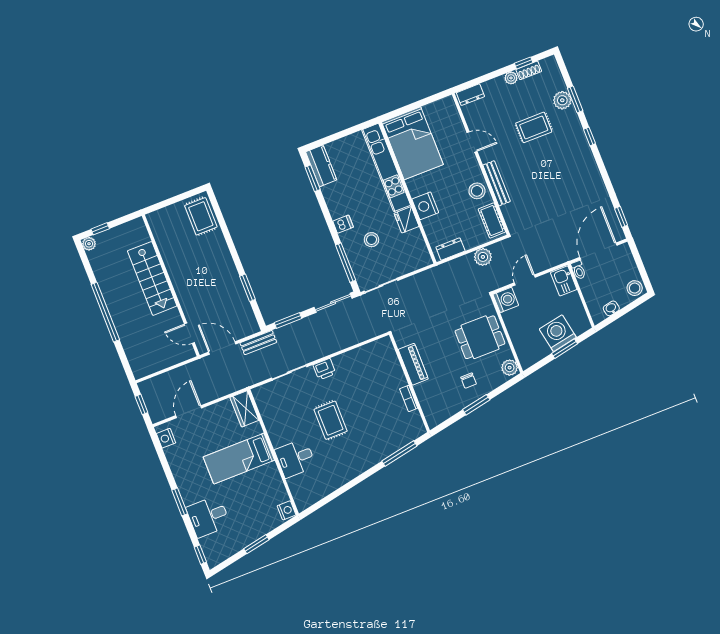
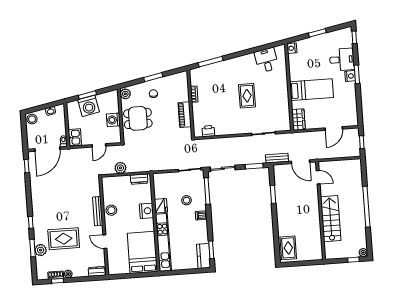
rug: (534, 127) -> (64, 239), width x1.36, depth x1.43
cot: (492, 220) -> (108, 189), removed
washing machine: (506, 300) -> (113, 120), moved
printer: (324, 369) -> (208, 131), moved
nightstand: (166, 438) -> (350, 76), moved
desk: (295, 458) -> (266, 60), moved, turned -101

